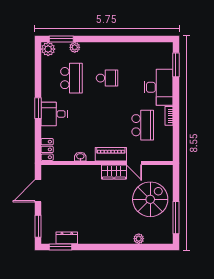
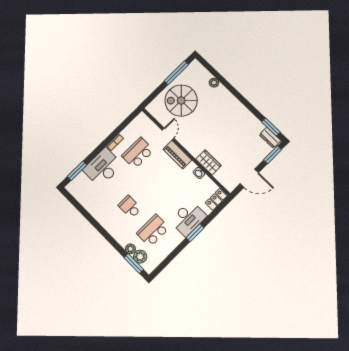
plant: (48, 49) -> (140, 257), moved
desk: (54, 114) -> (188, 218), width x1.37
wardrobe: (114, 172) -> (209, 162), moved
dresser: (67, 238) -> (270, 138), moved

